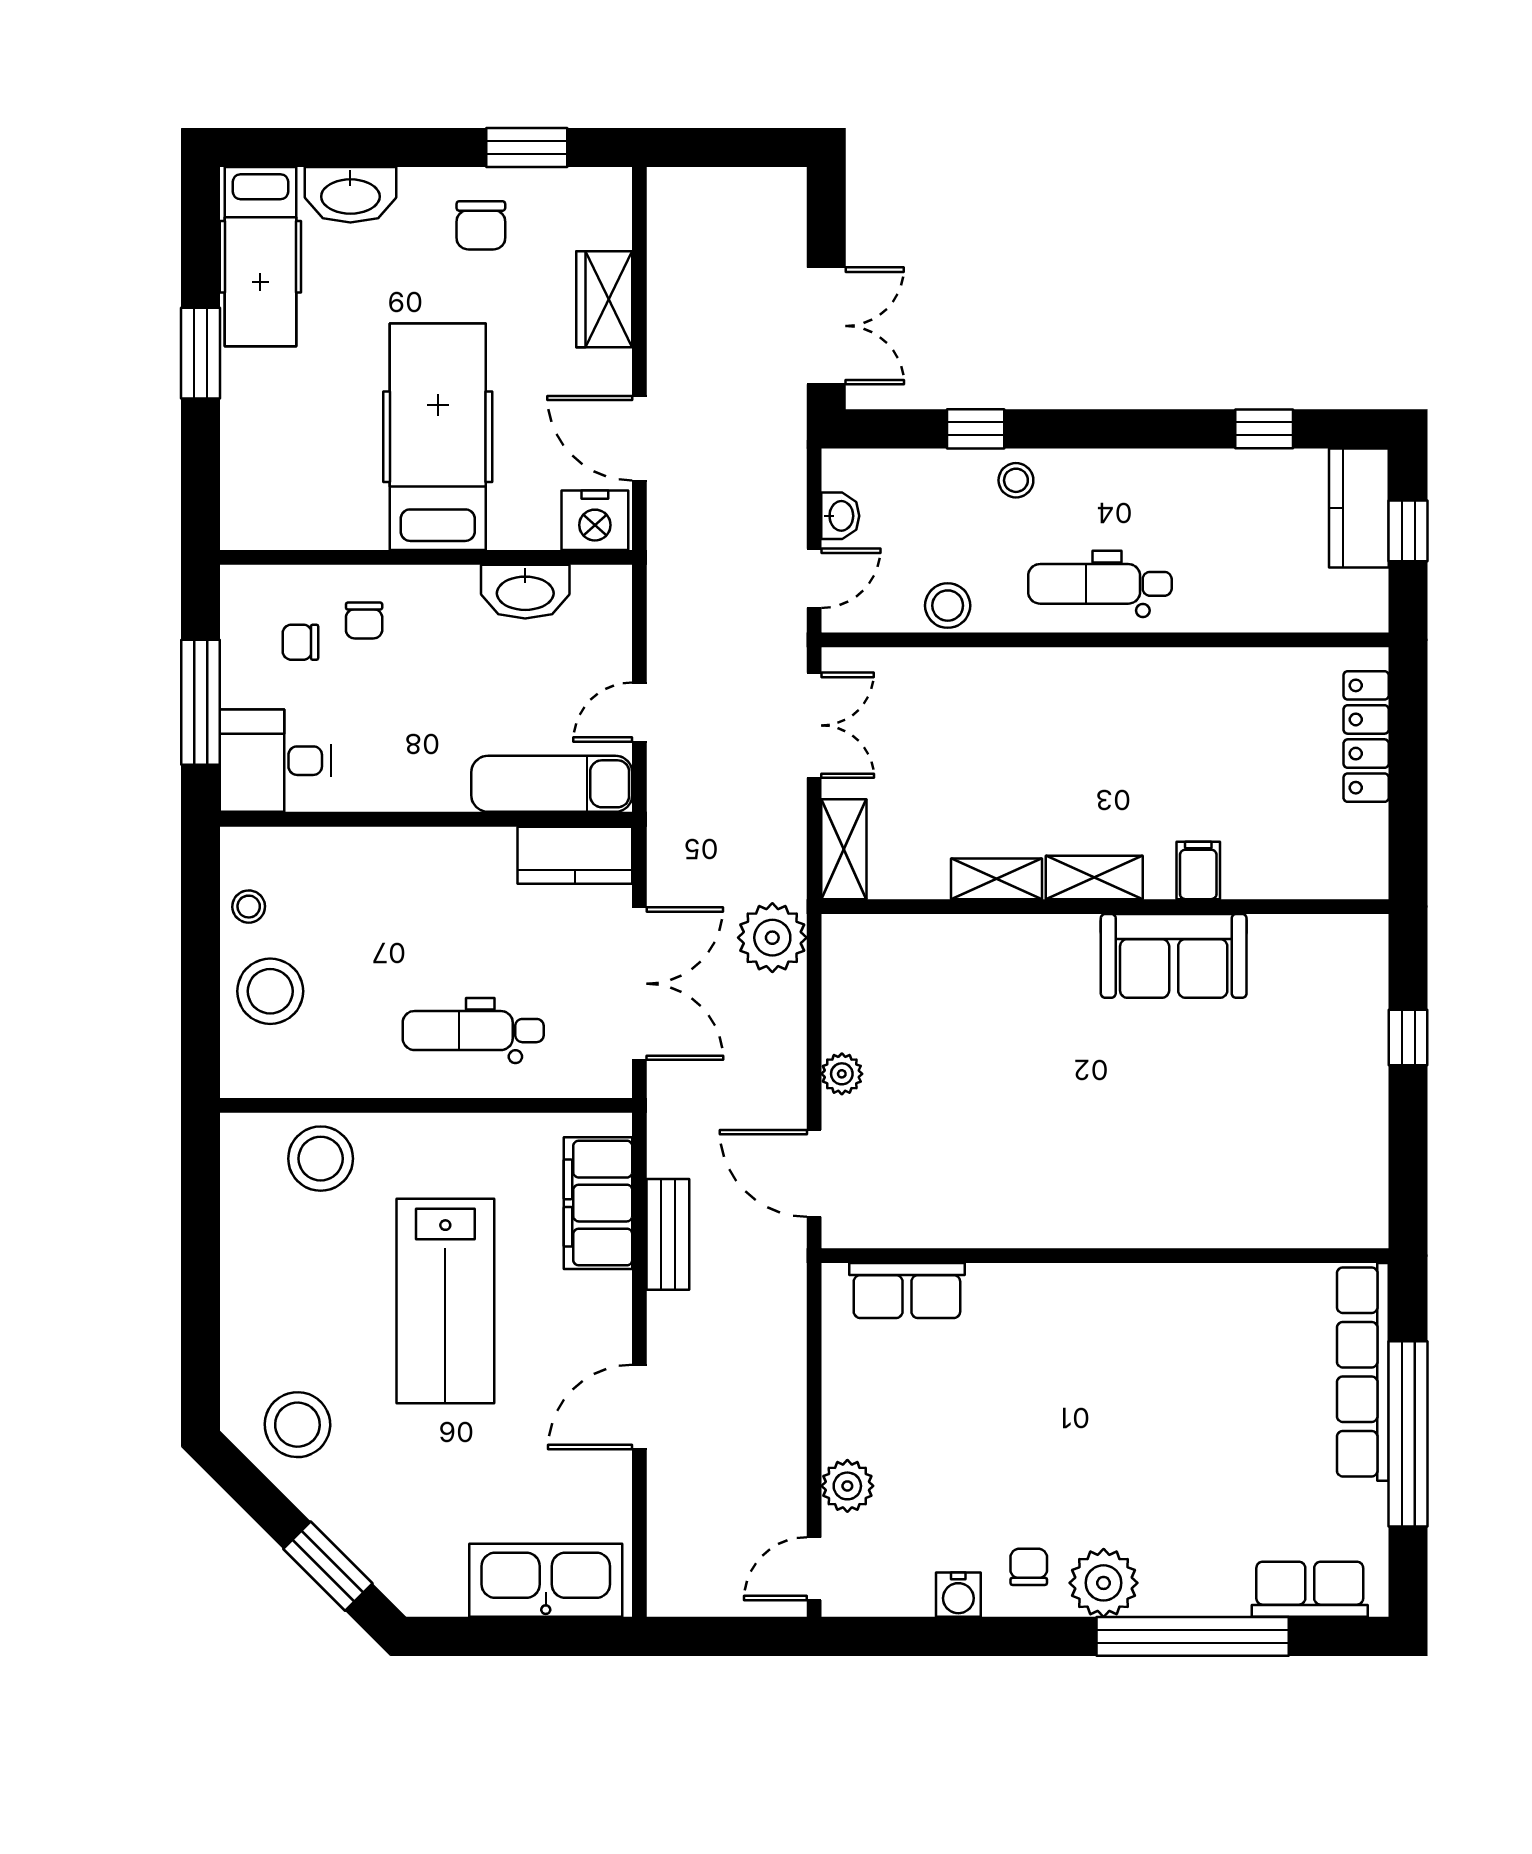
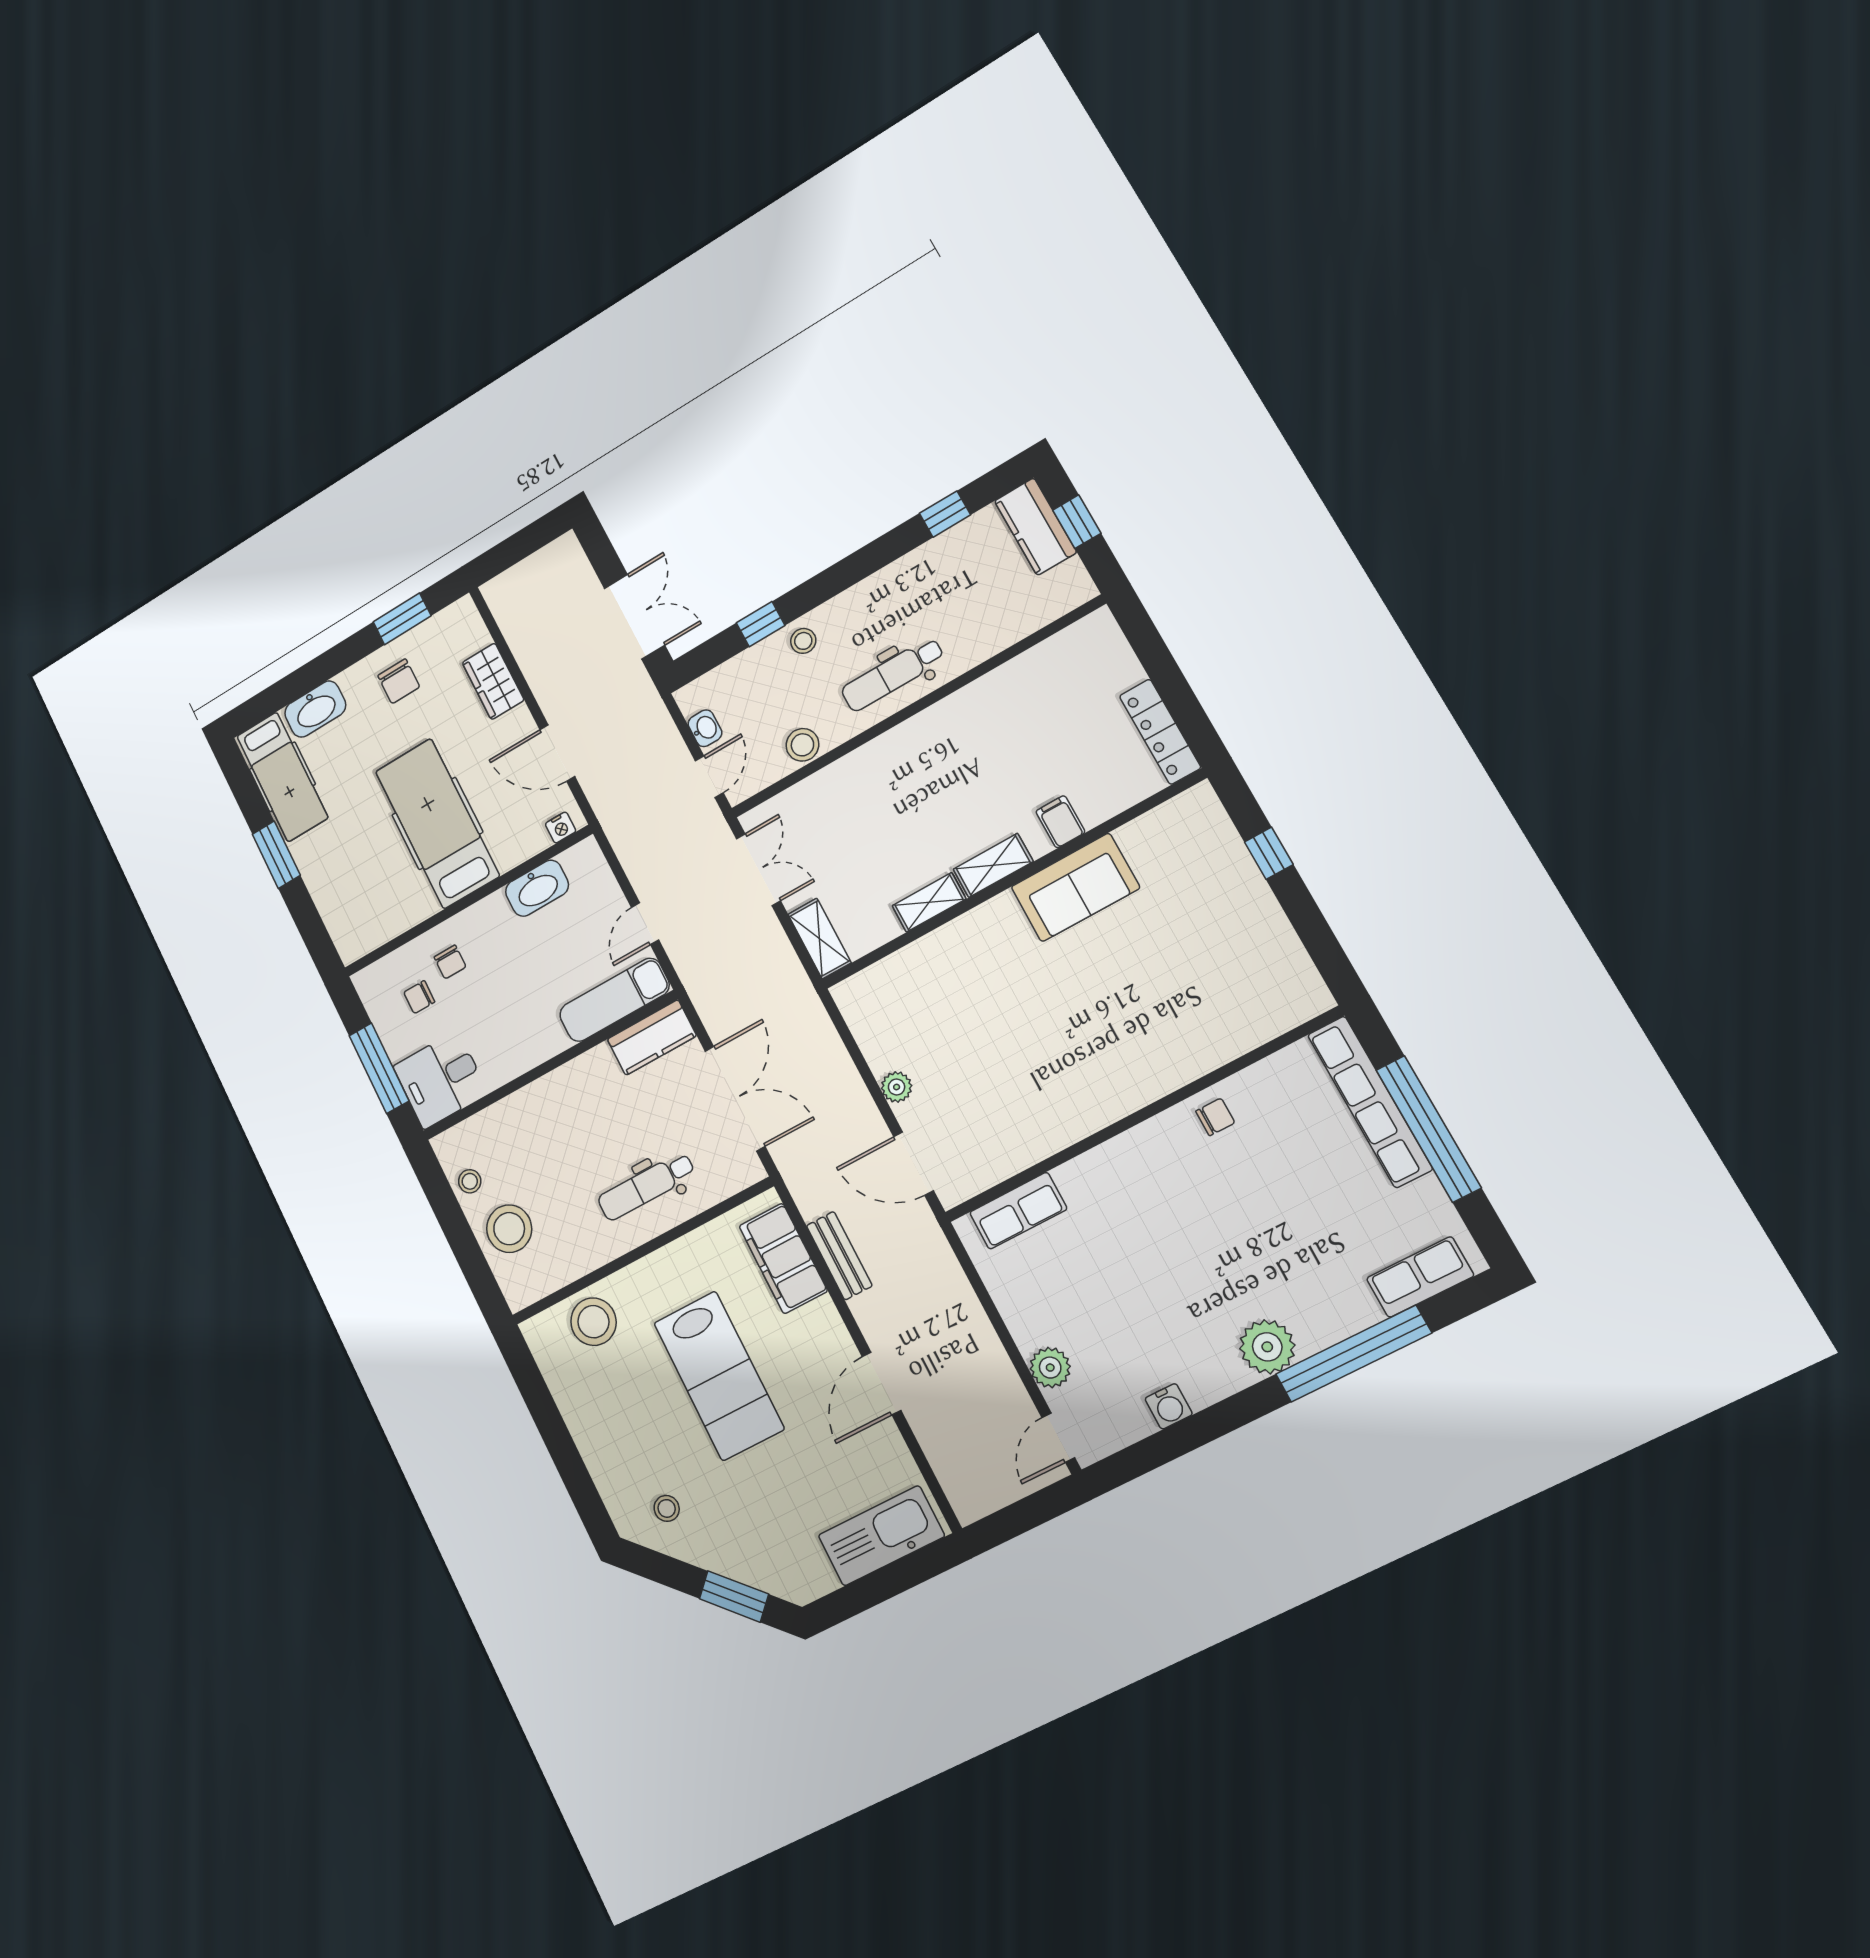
nightstand: (595, 520) -> (561, 828), width x0.53, depth x0.56
locker: (1366, 737) -> (1160, 732), moved
plant: (772, 938) -> (804, 1022), removed
stool: (297, 1425) -> (667, 1508), width x0.53, depth x0.53
chair: (1029, 1567) -> (1215, 1117), moved, turned 90

